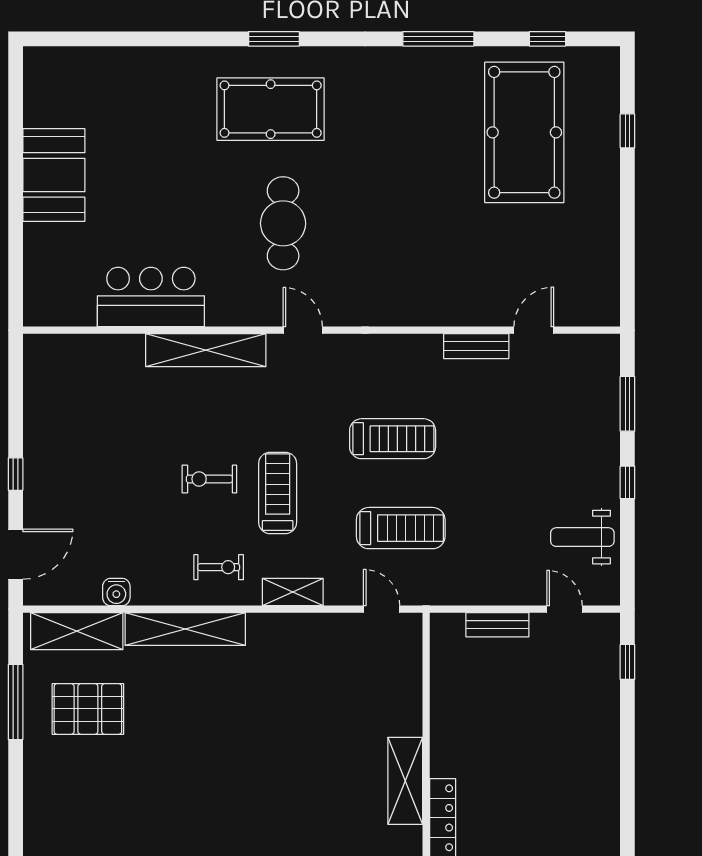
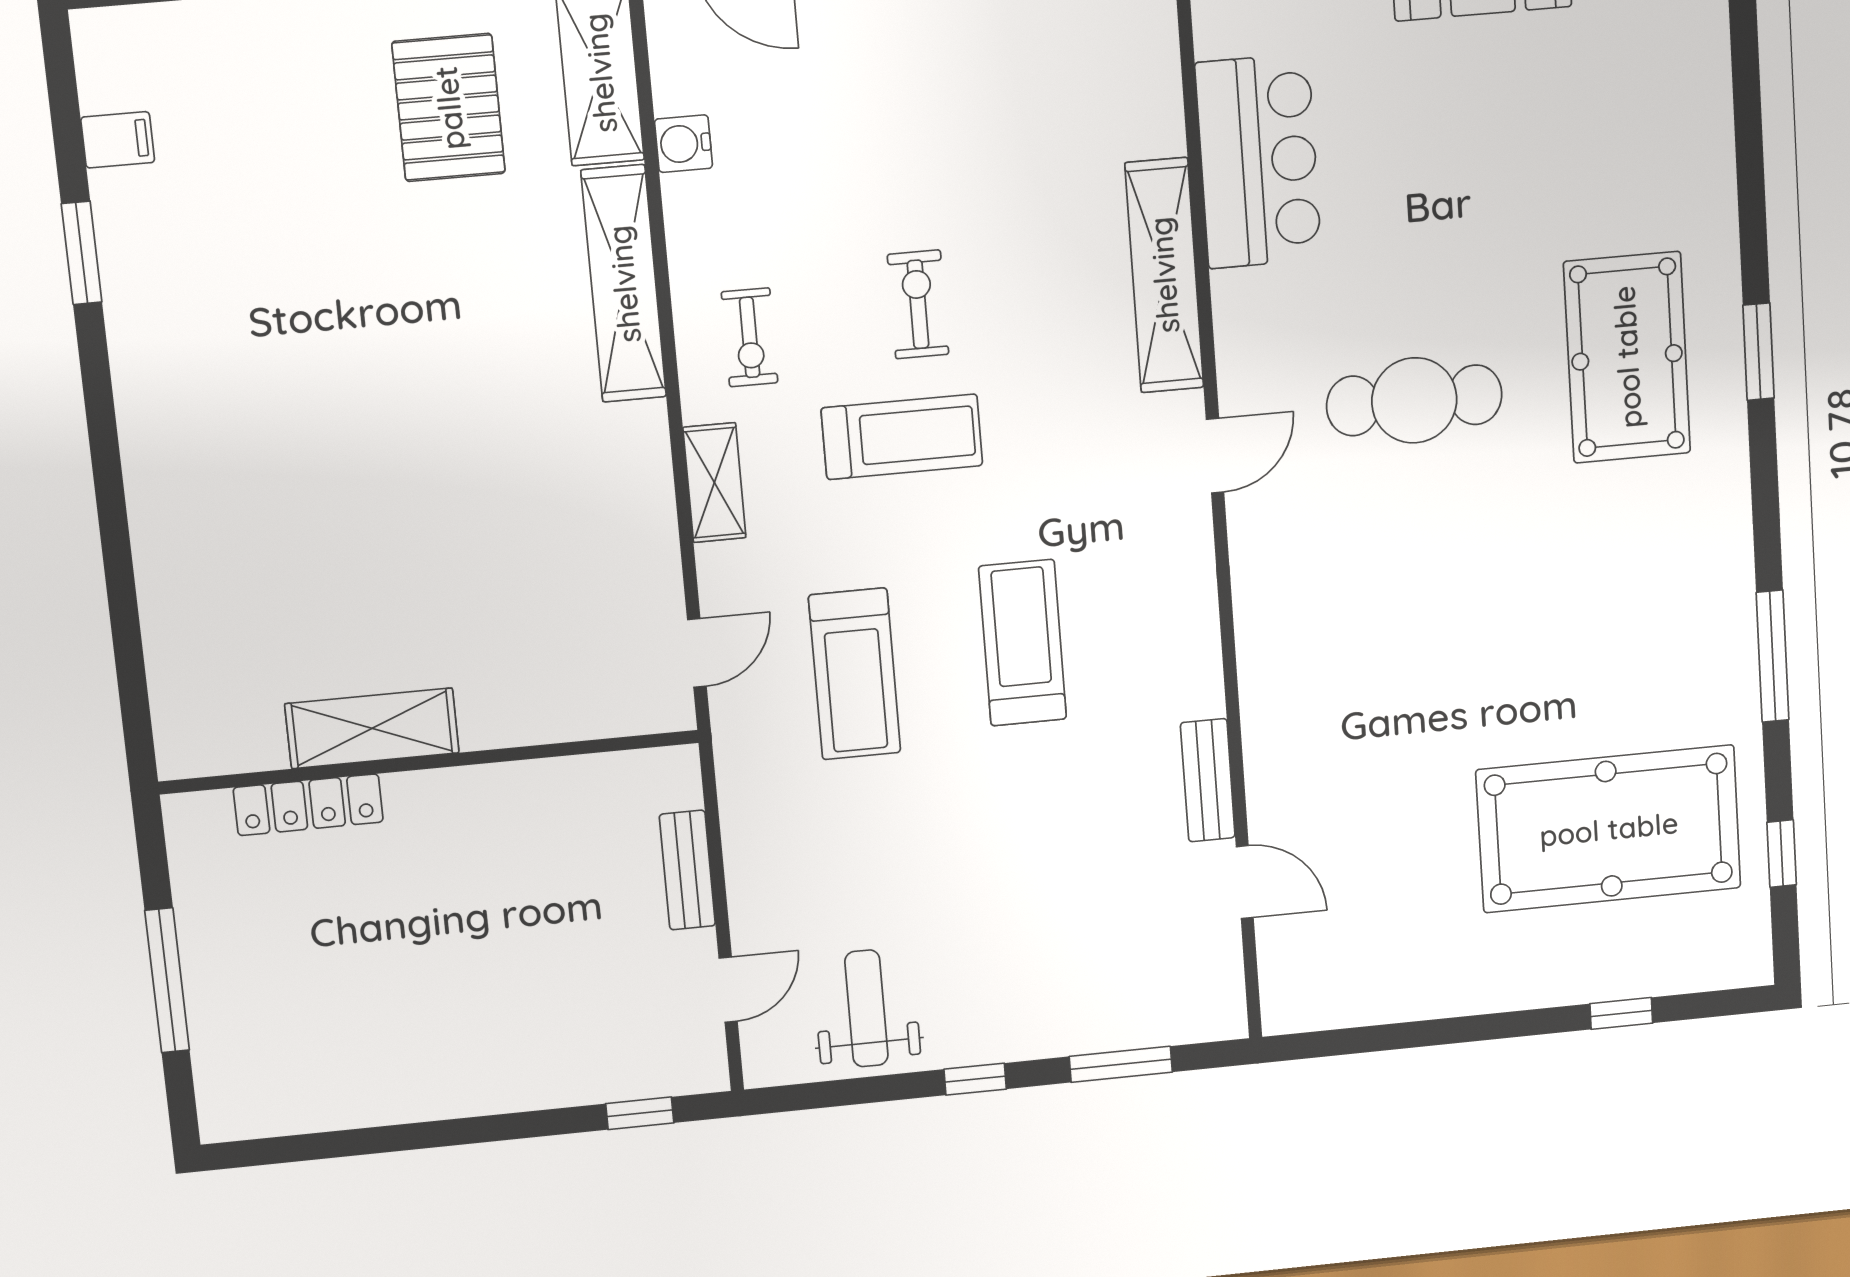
treadmill: (393, 439) -> (1023, 643), turned 180

